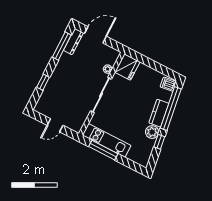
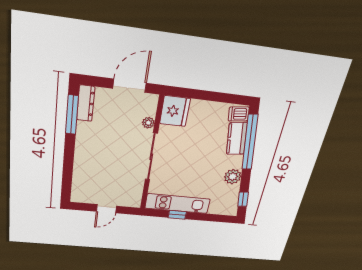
door: (95, 35) -> (130, 86), moved
window: (43, 82) -> (68, 167), removed
kitchen counter: (159, 113) -> (237, 138), moved
window: (159, 142) -> (243, 199), moved
window: (103, 150) -> (177, 215), width x0.46

